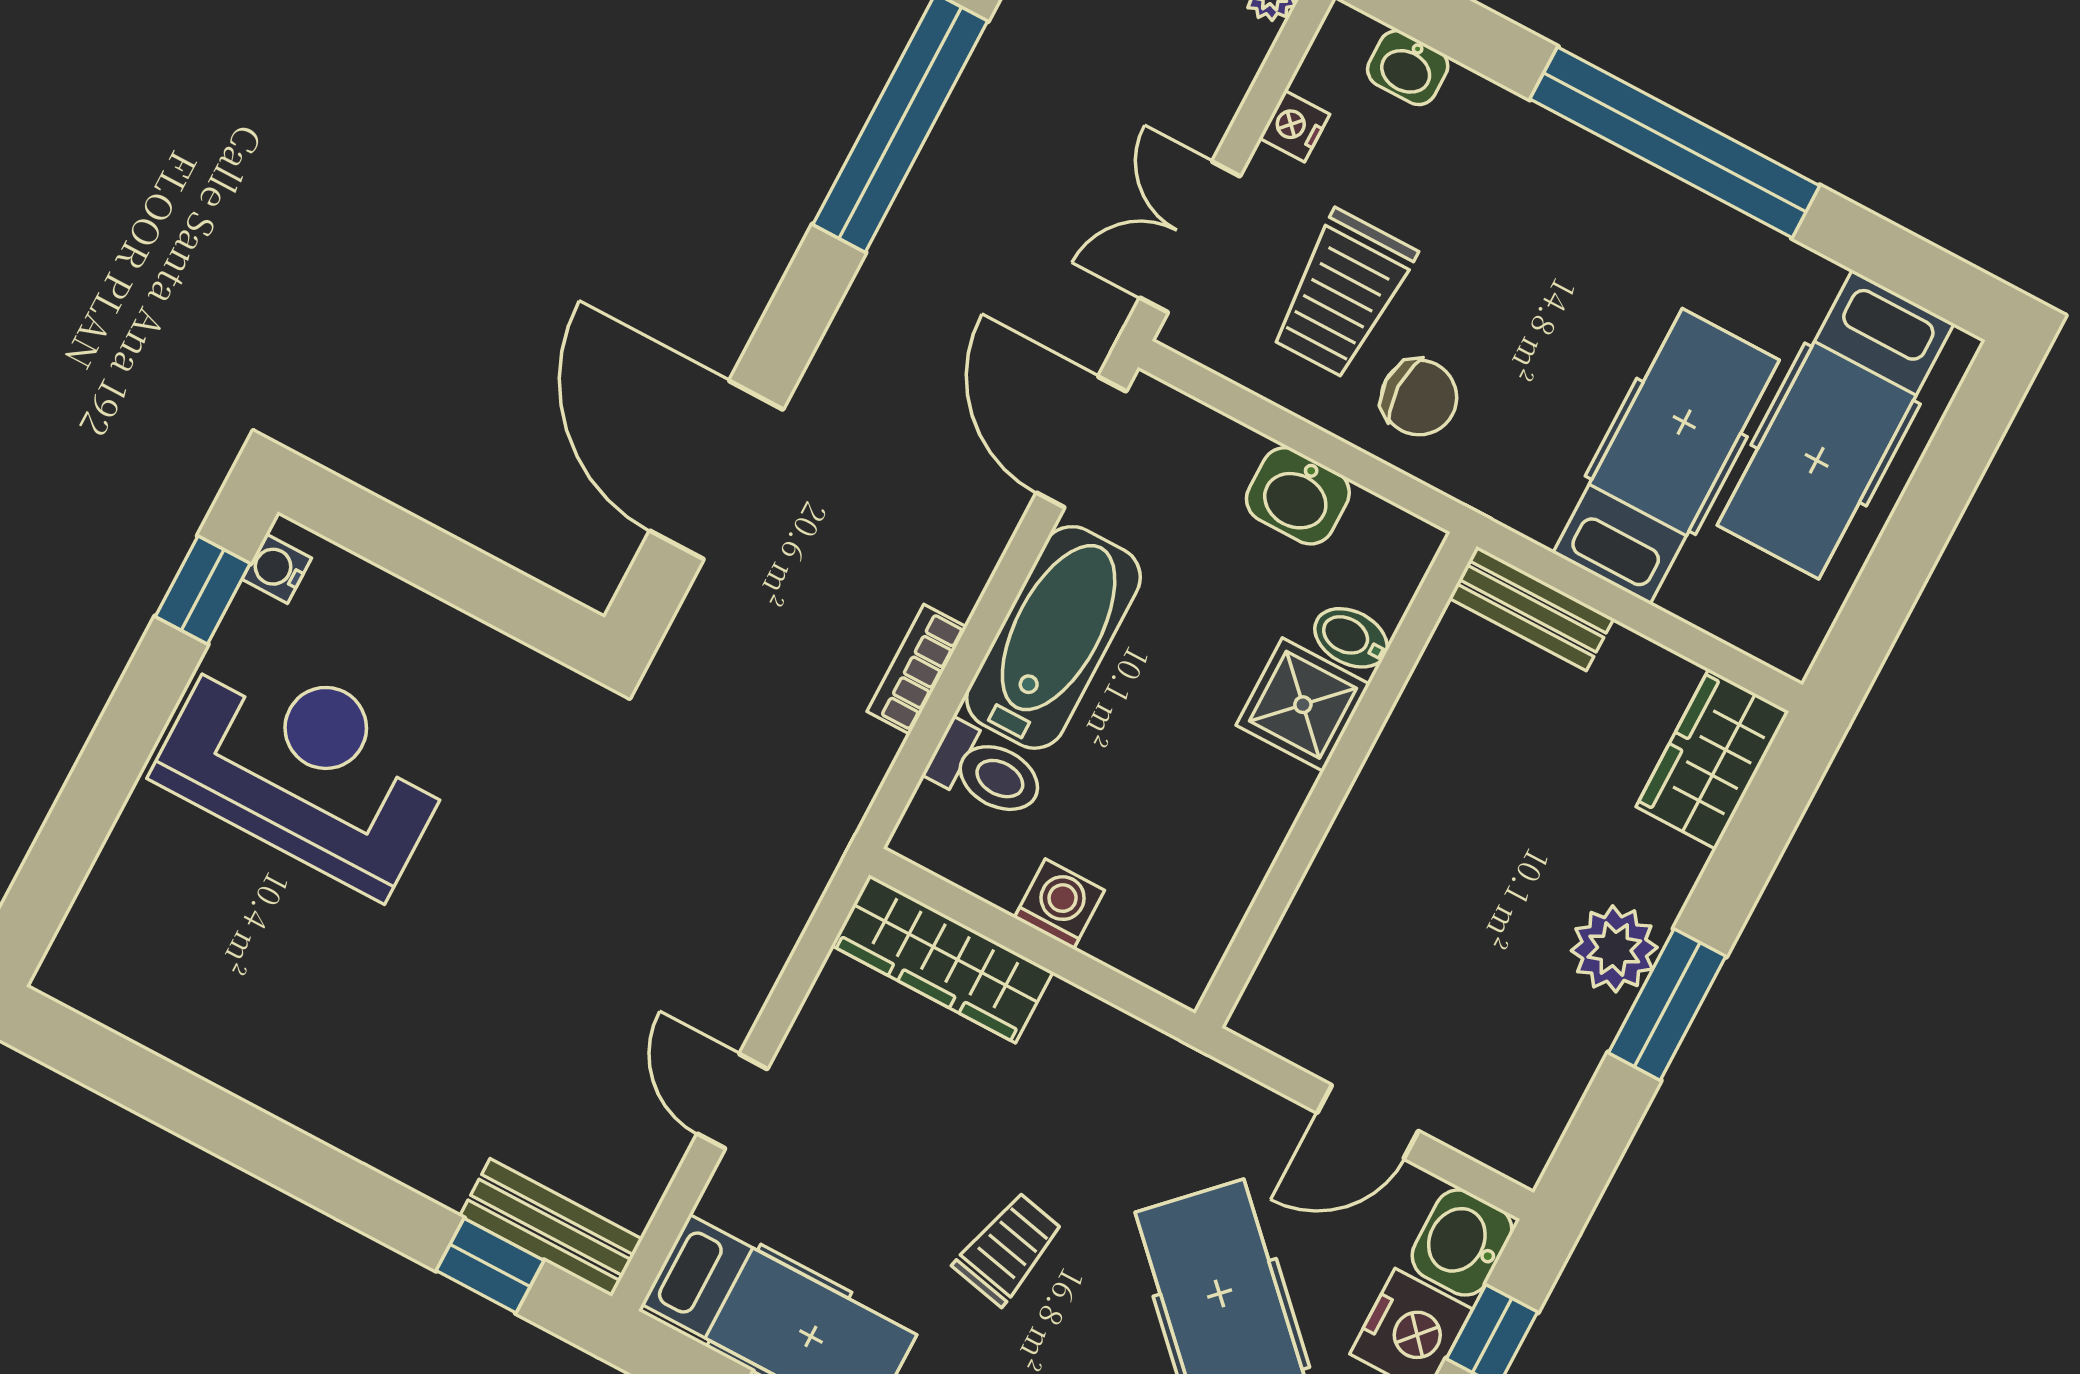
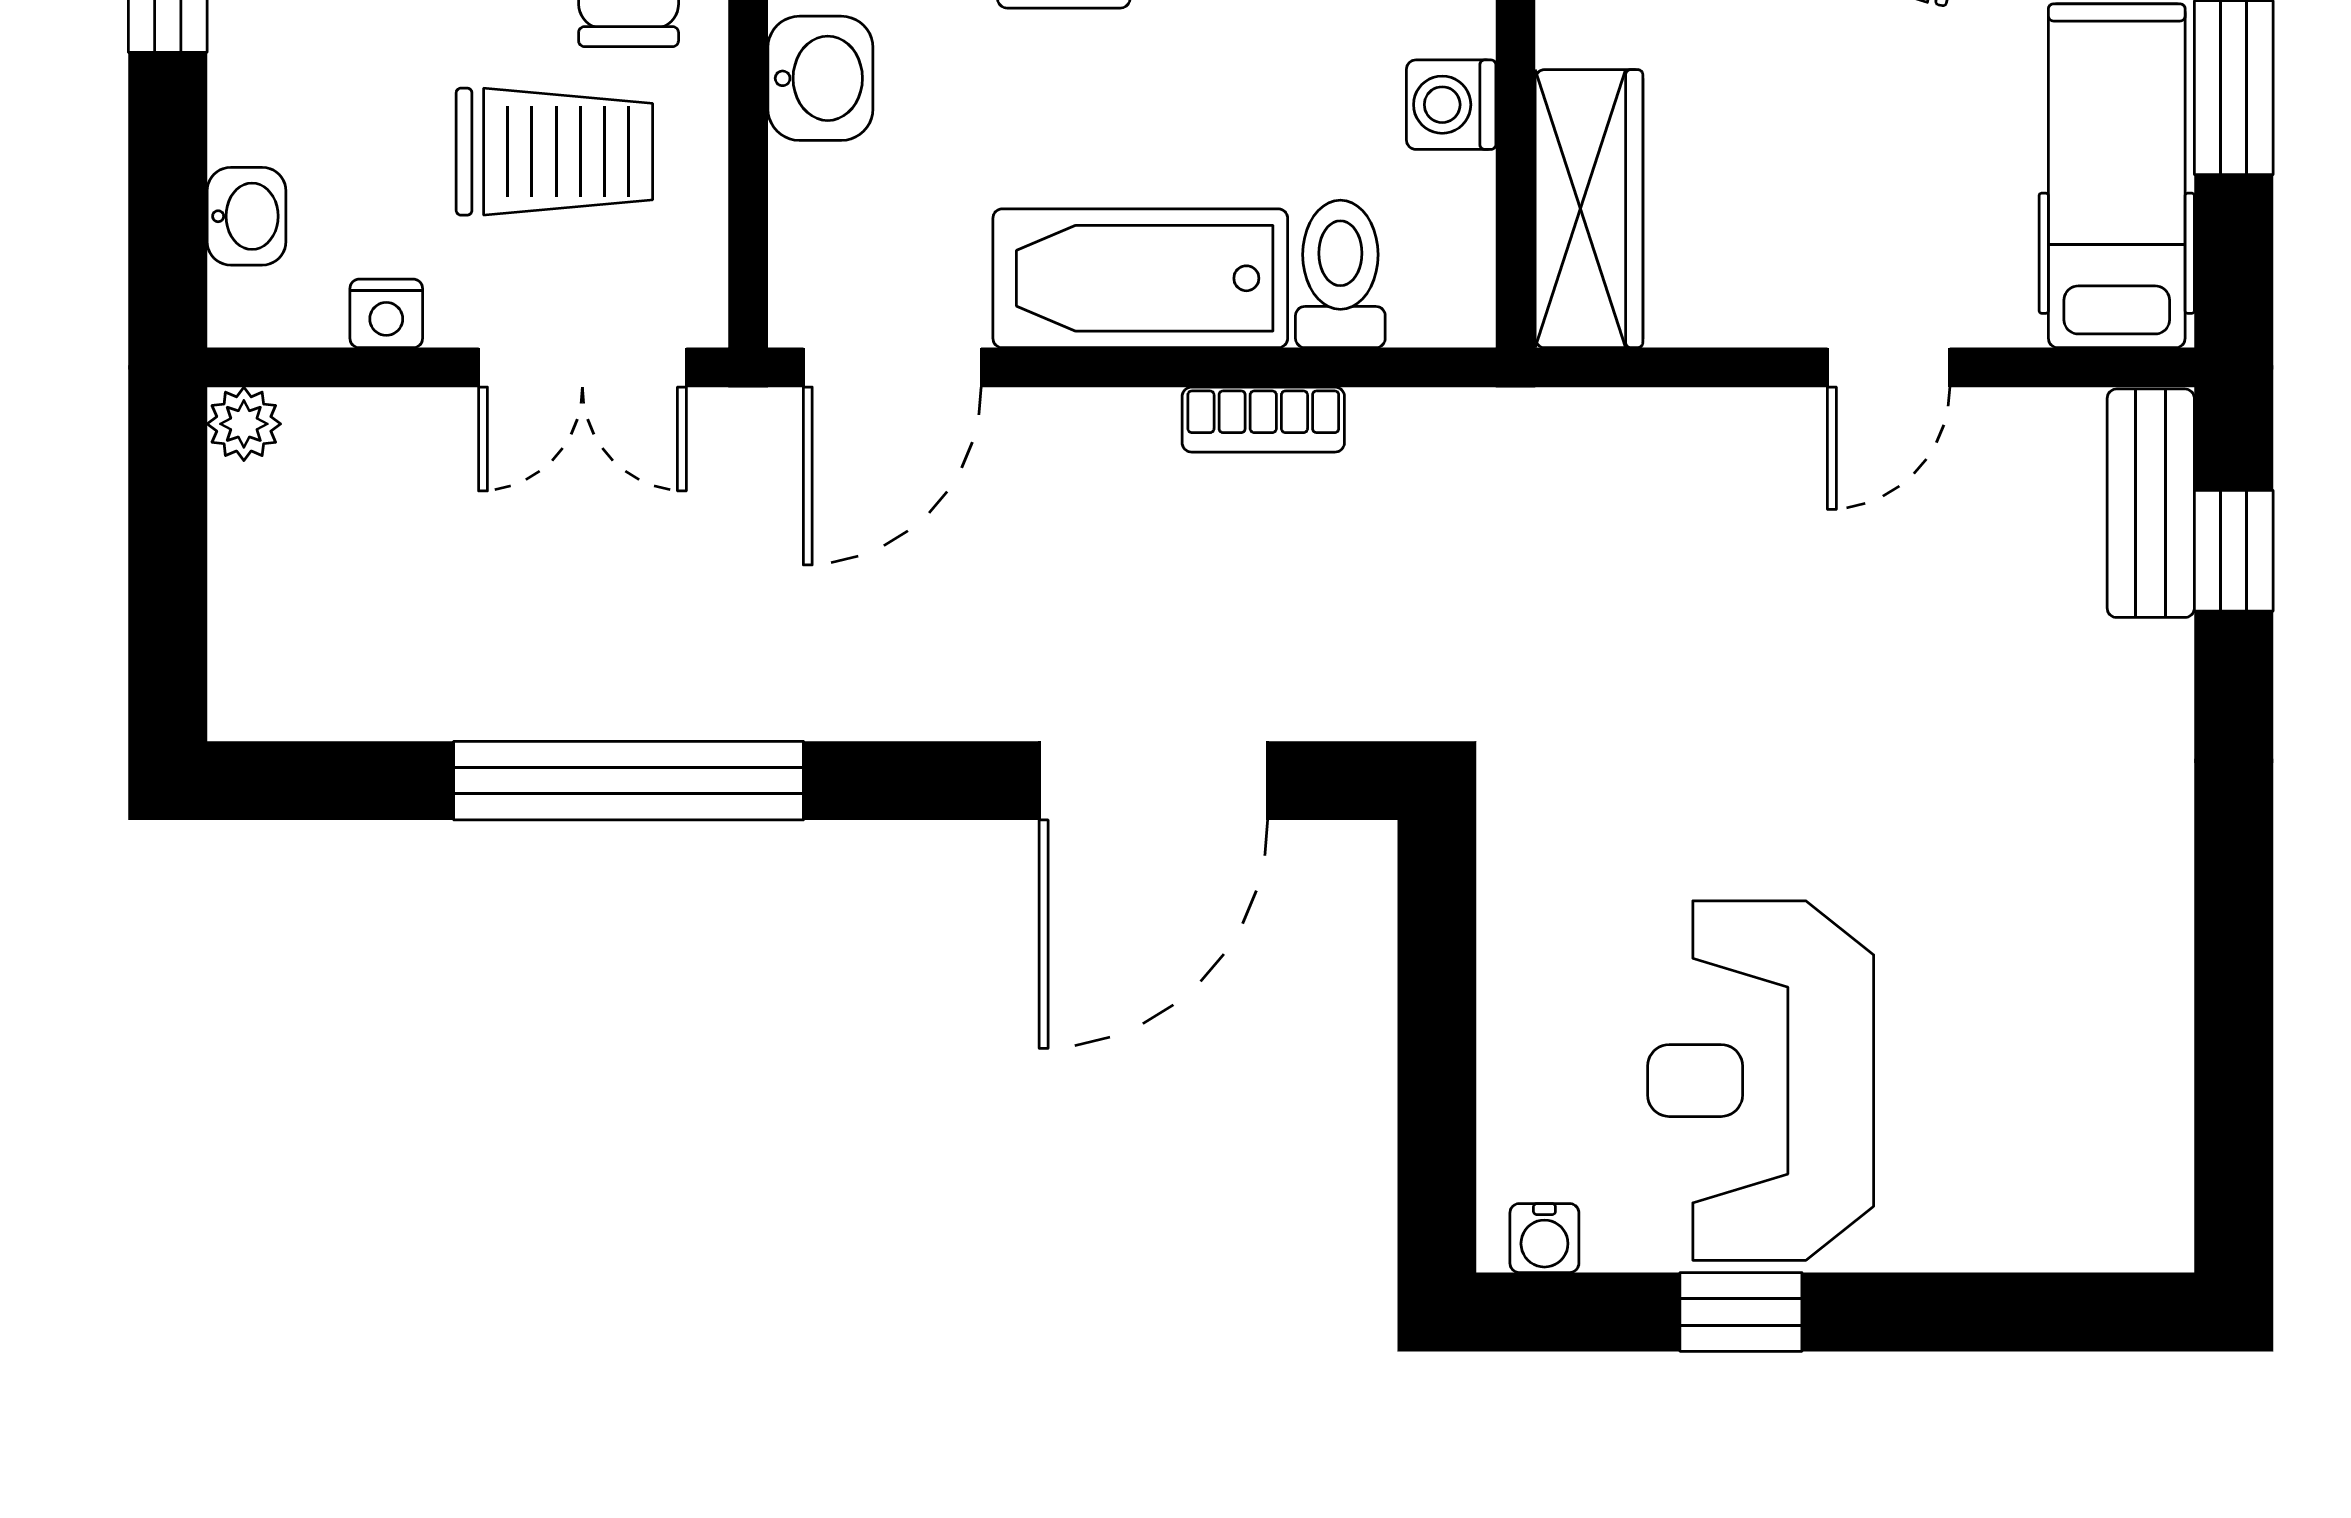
window: (203, 590) -> (1741, 1312), moved

